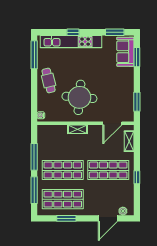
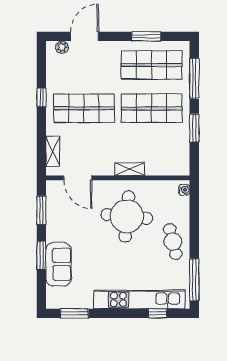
window: (73, 32) -> (158, 313), moved
sofa: (125, 52) -> (59, 264), moved
window: (137, 57) -> (41, 255), moved
door: (112, 123) -> (78, 178), swing flipped
window: (34, 157) -> (194, 128), width x0.69

